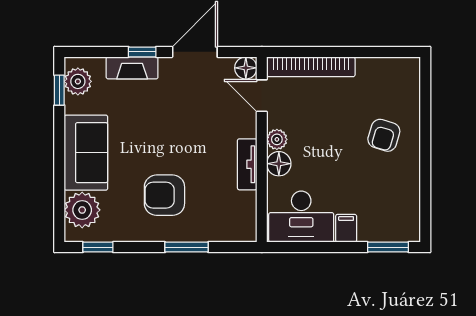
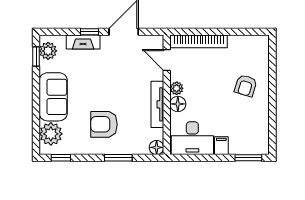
floor lamp: (246, 68) -> (157, 147), moved
tv unit: (247, 164) -> (157, 104), width x1.41

